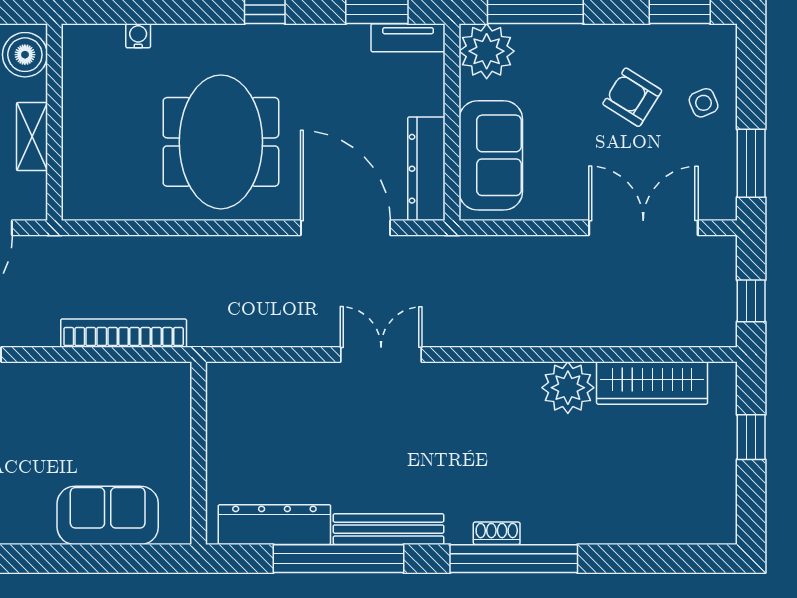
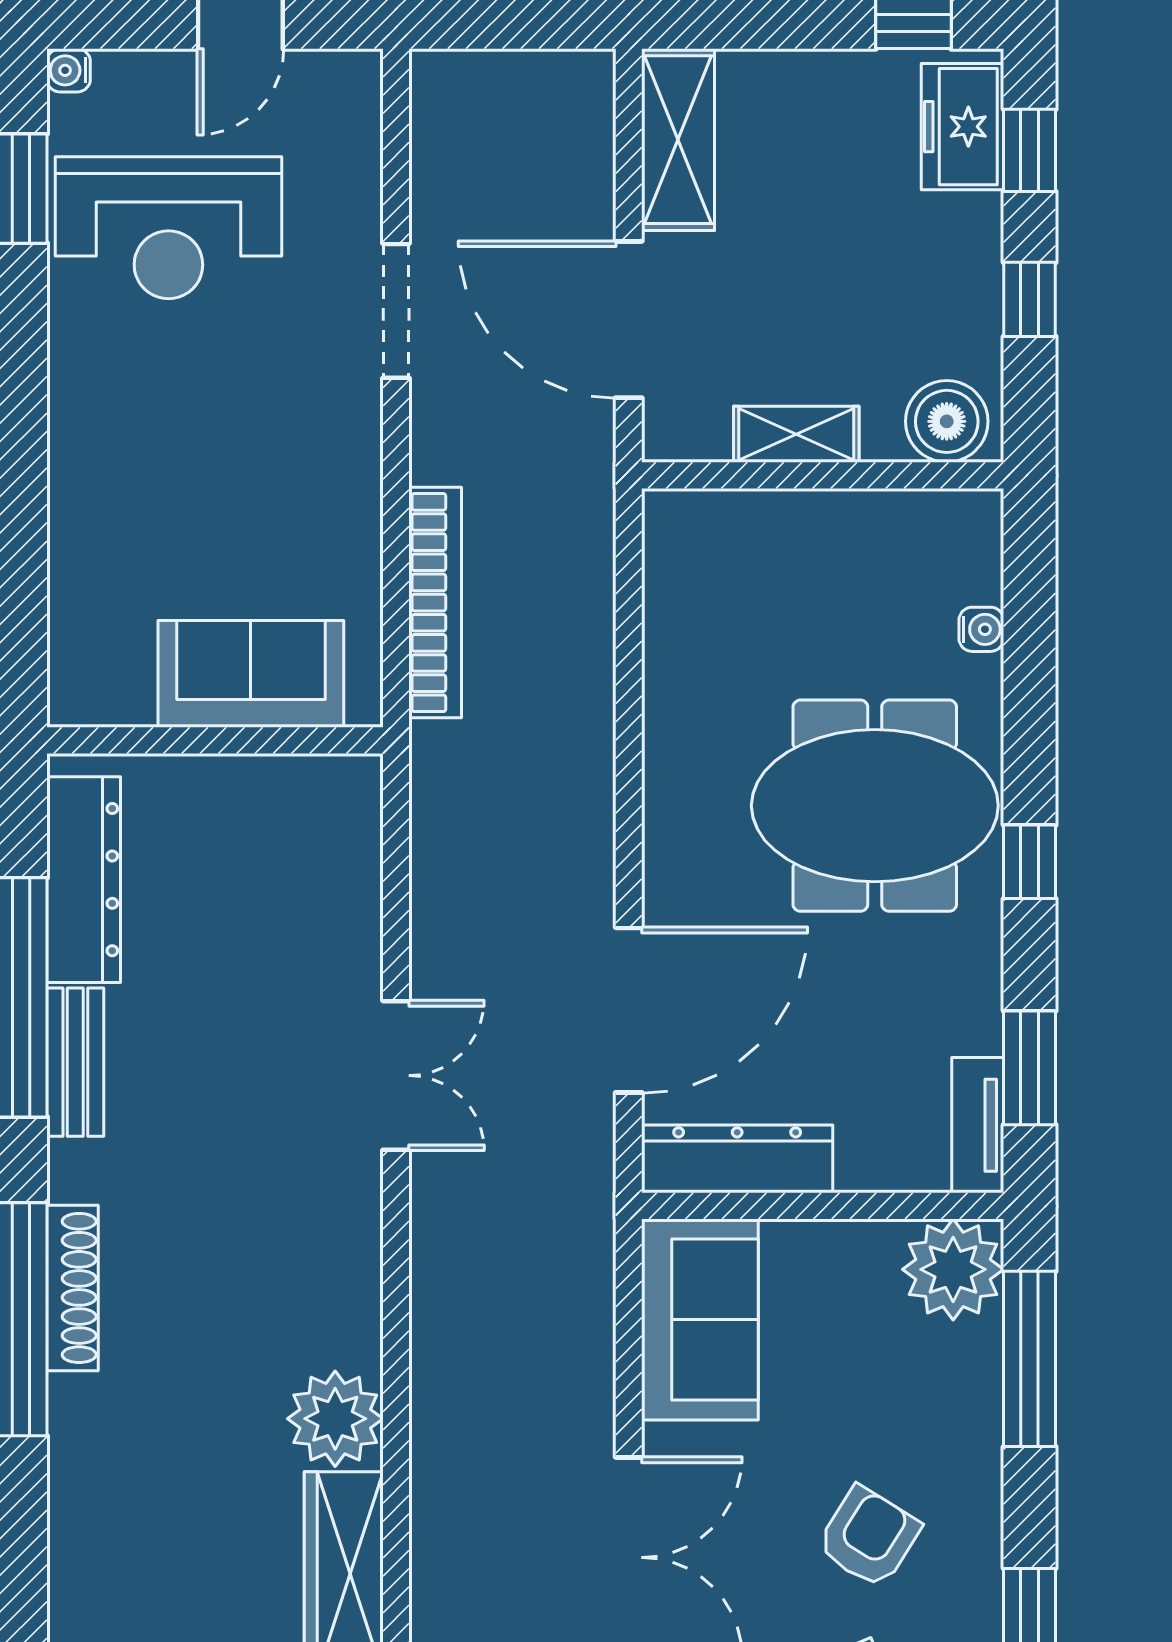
meeting table: (221, 142) -> (875, 806), moved
sofa: (491, 155) -> (700, 1320), moved, turned -90
sofa: (108, 515) -> (251, 674), moved, turned -90
bench: (388, 529) -> (75, 1062), width x0.73
shoe rack: (497, 533) -> (72, 1288), width x1.94, depth x1.24

